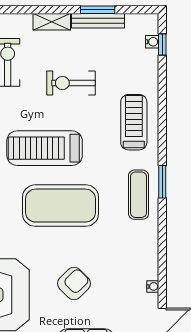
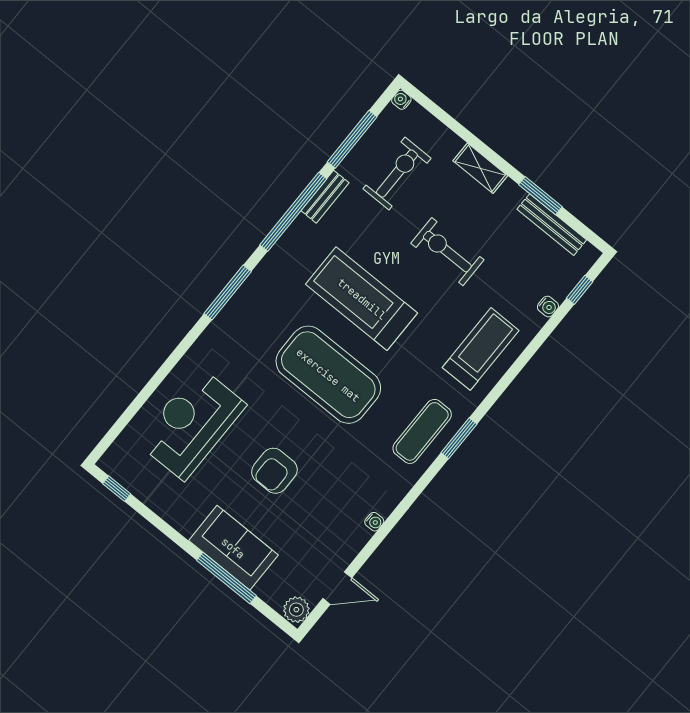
bench: (98, 21) -> (552, 225), moved
water cooler: (152, 42) -> (548, 307), moved
armchair: (74, 284) -> (274, 471), turned 135
water cooler: (153, 286) -> (374, 522), moved

